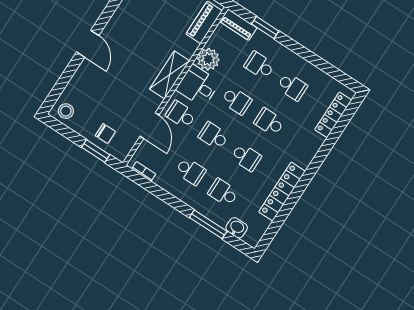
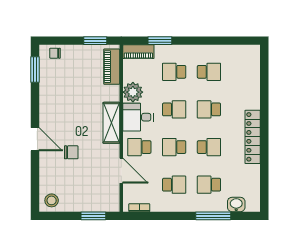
locker: (333, 115) -> (254, 73), removed
chair: (105, 133) -> (71, 152), moved
locker: (282, 192) -> (253, 137), moved

